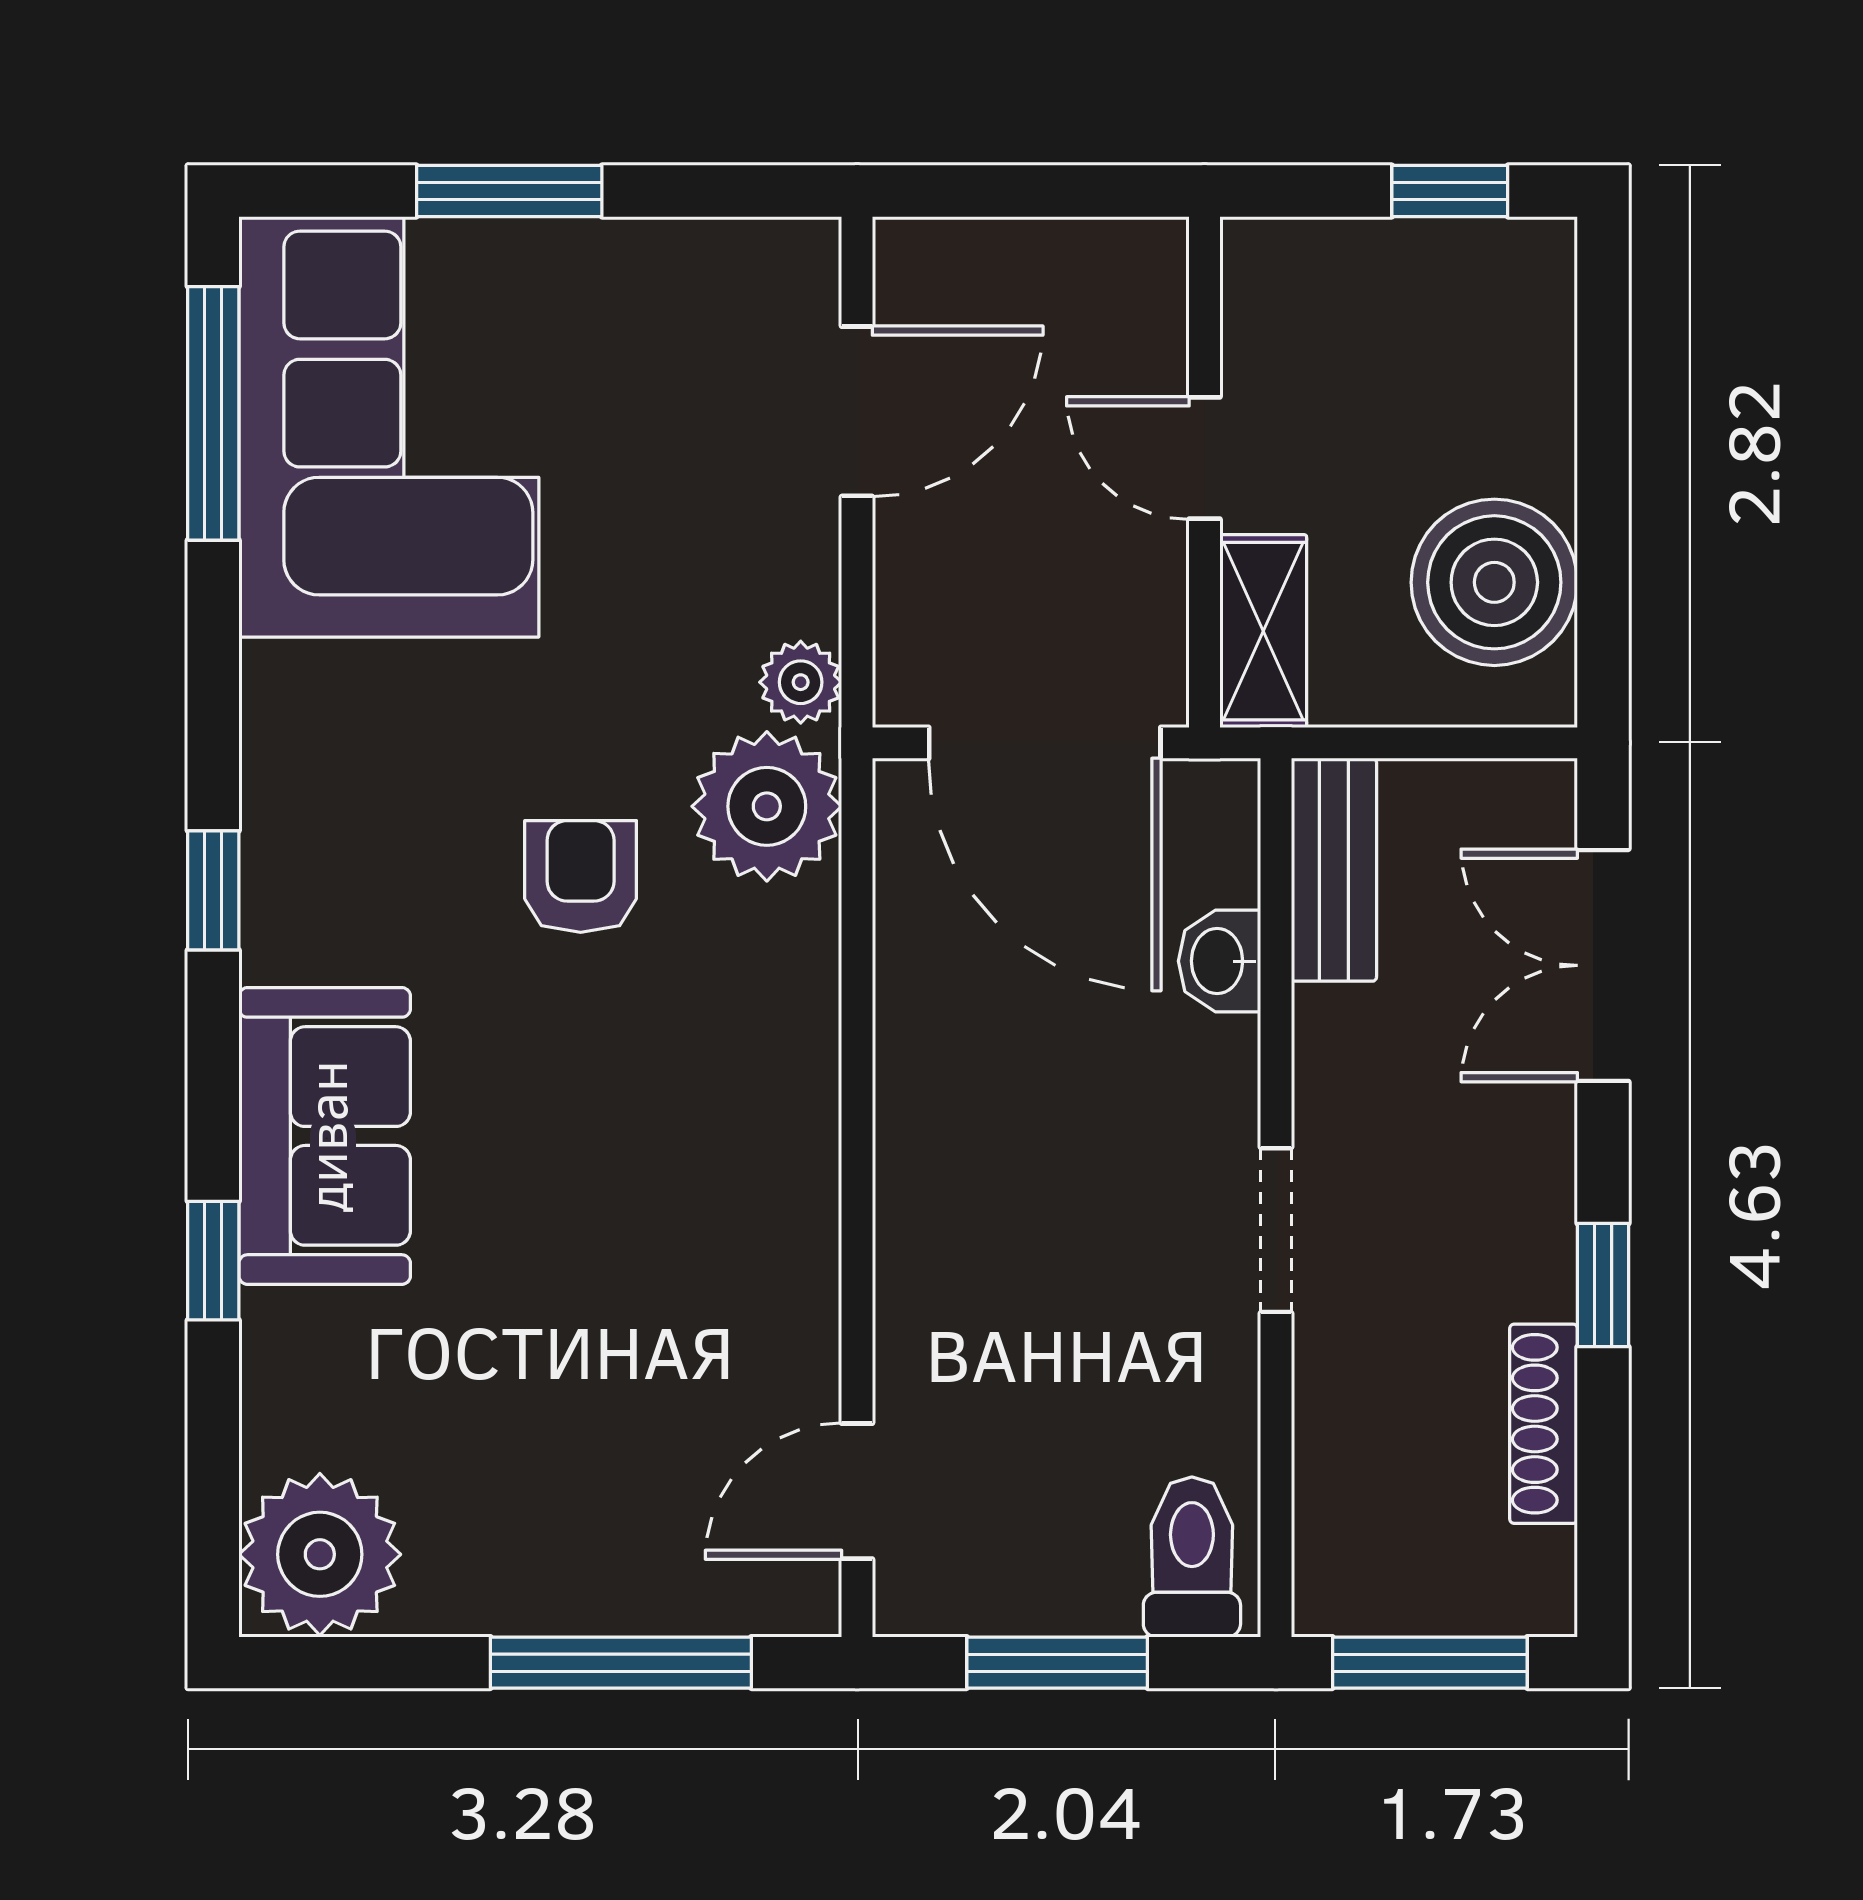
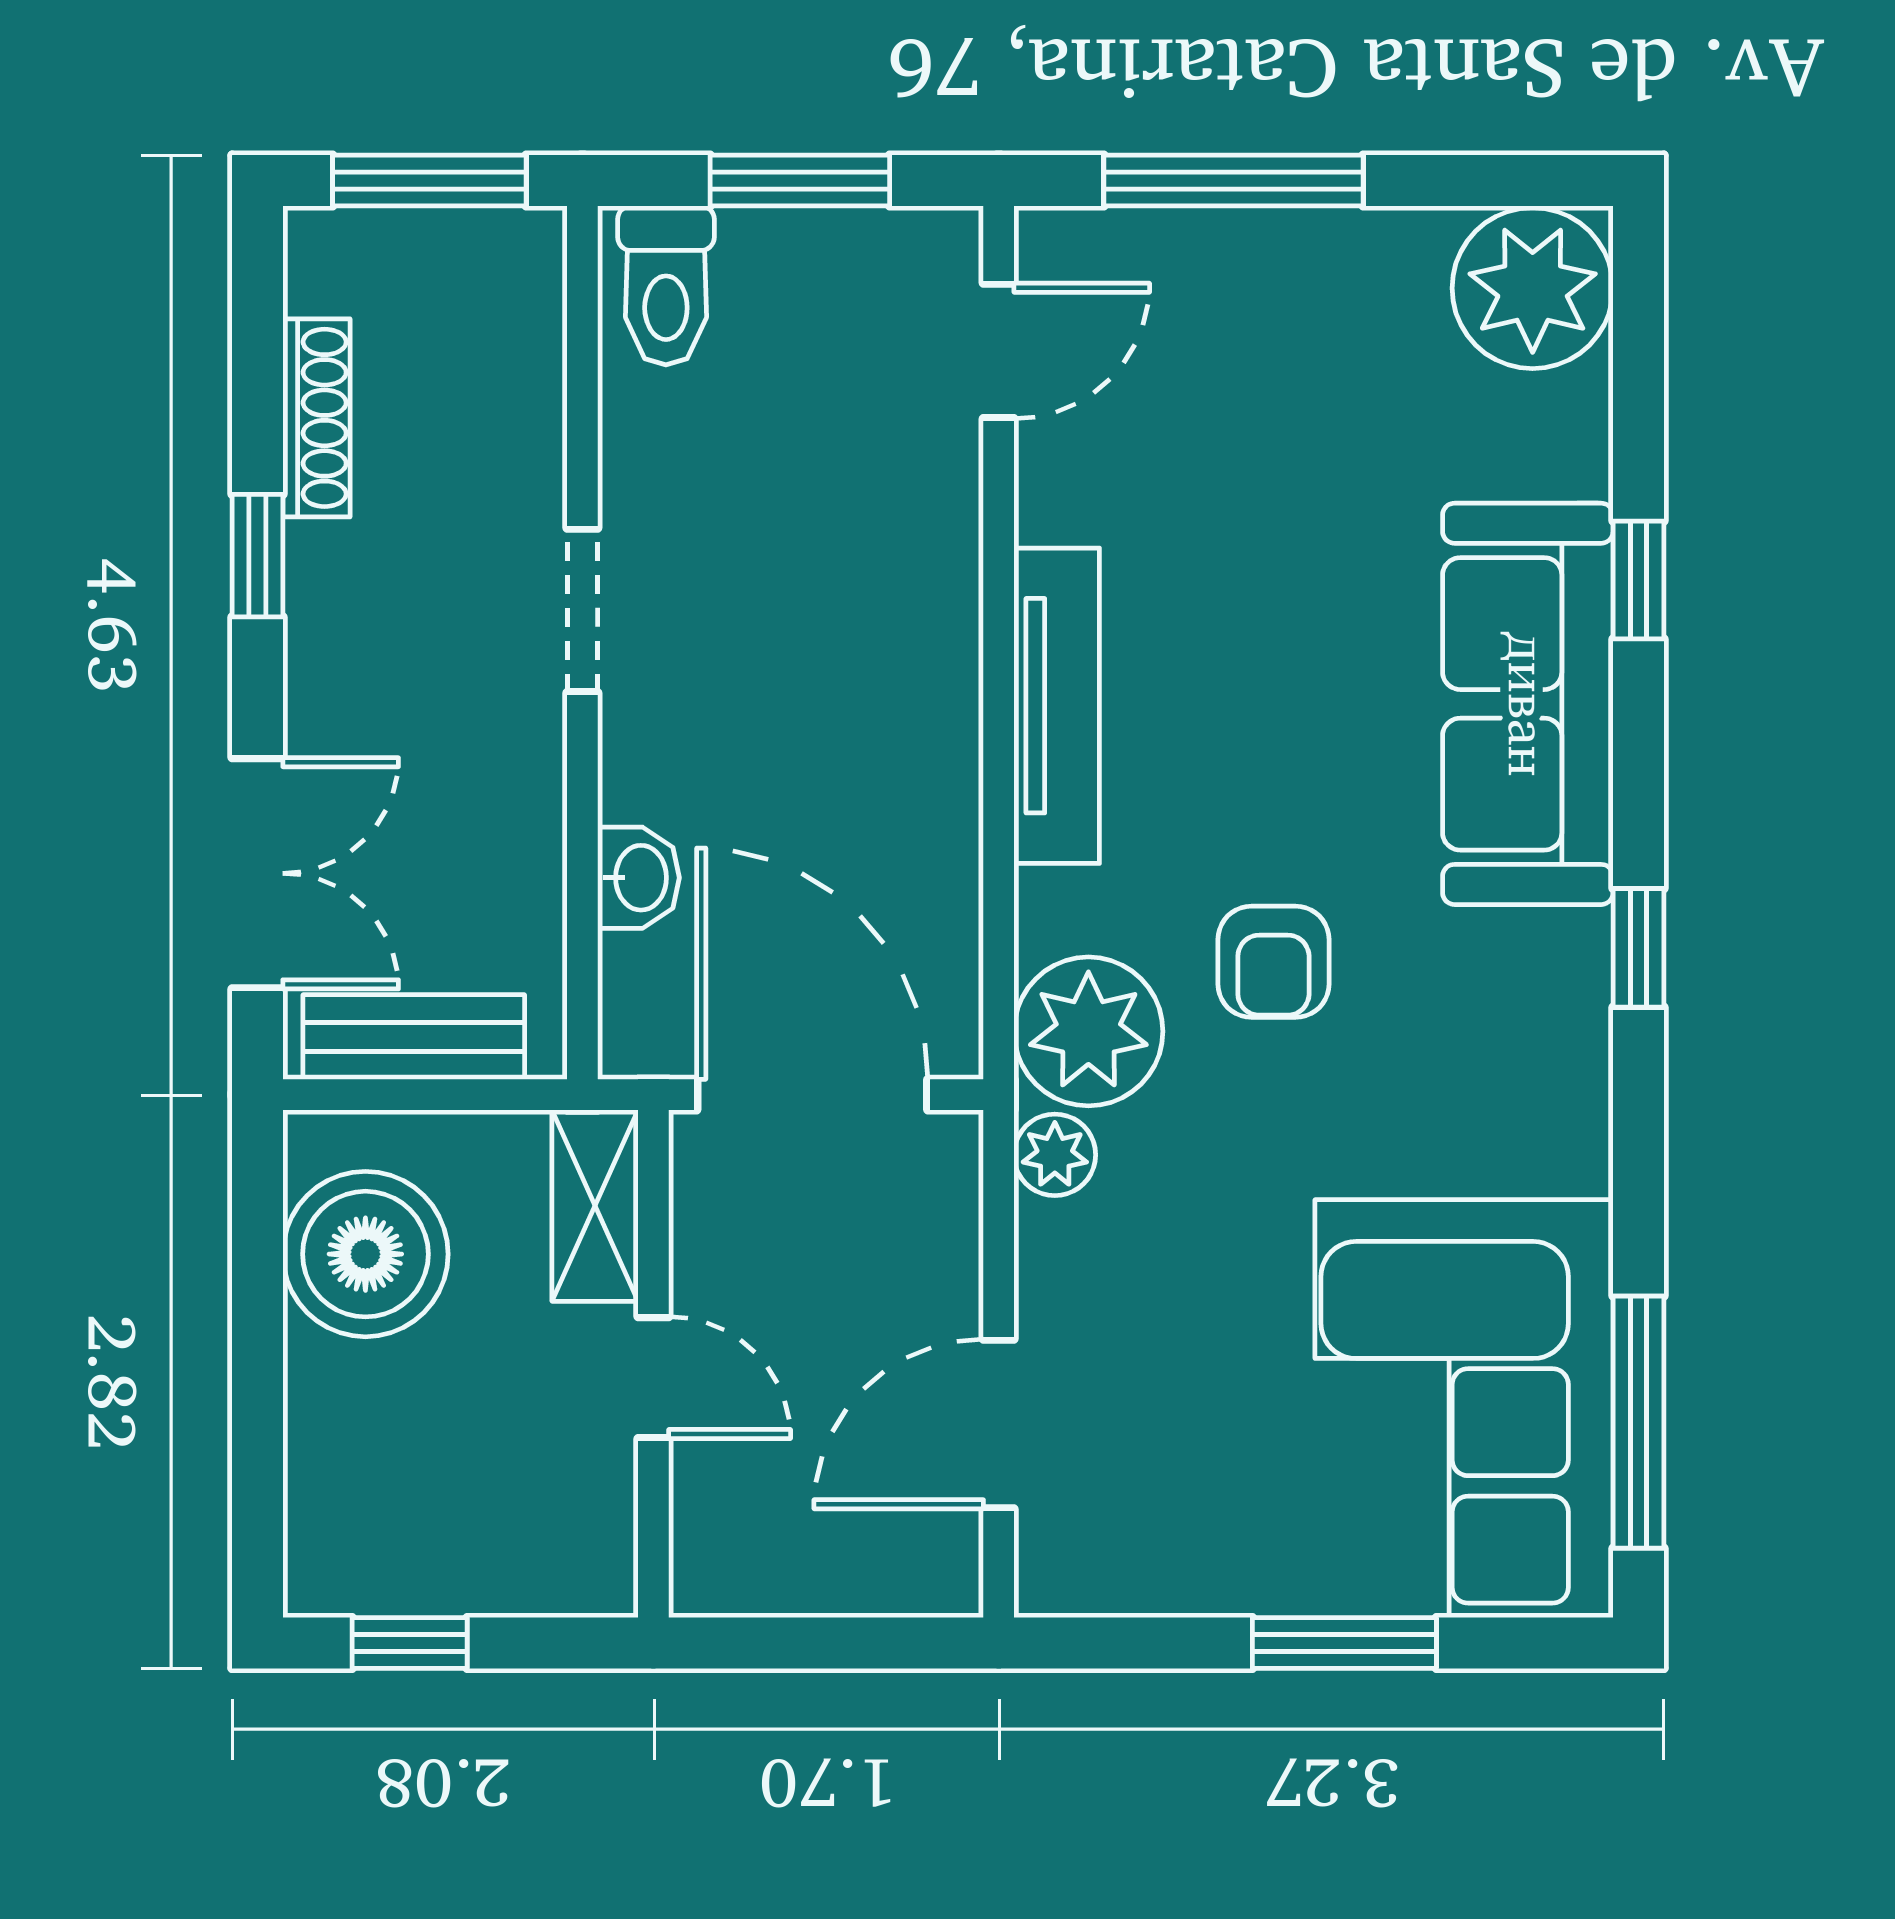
bench: (1334, 870) -> (414, 1037), moved, turned 90
tv unit: (799, 1134) -> (1057, 706), added
sofa: (325, 1136) -> (1528, 704), width x1.36

